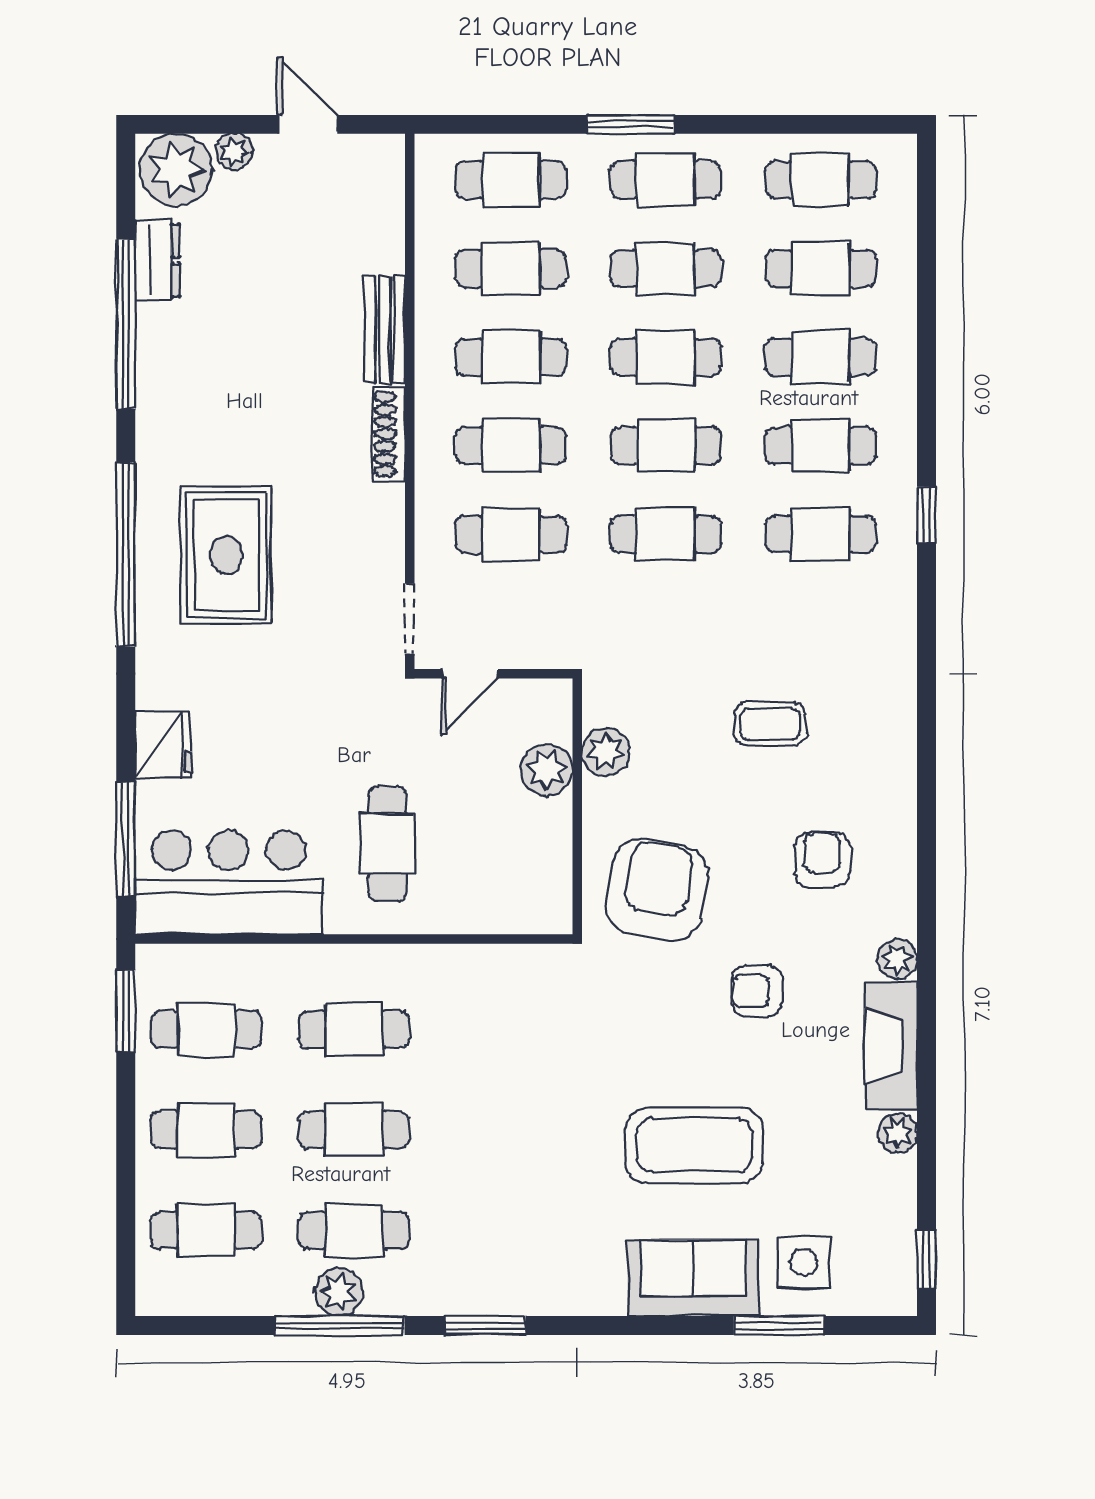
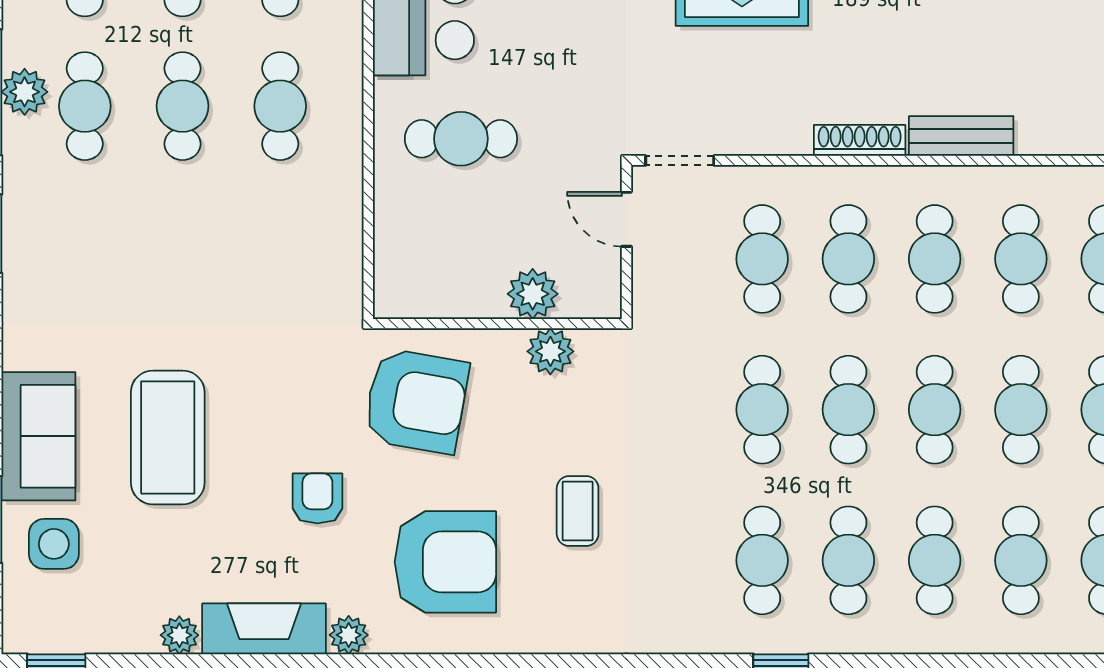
armchair: (822, 860) -> (445, 562), width x1.88, depth x1.88

